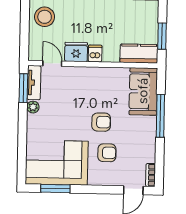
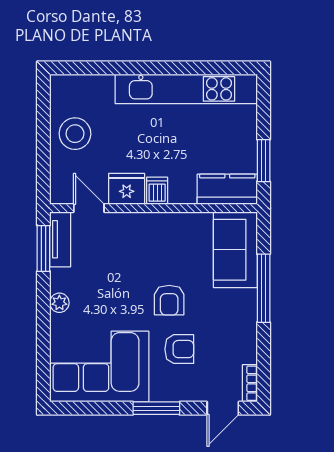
plant: (33, 107) -> (59, 303), moved
armchair: (101, 122) -> (169, 300), turned 90
window: (55, 189) -> (156, 408), moved

